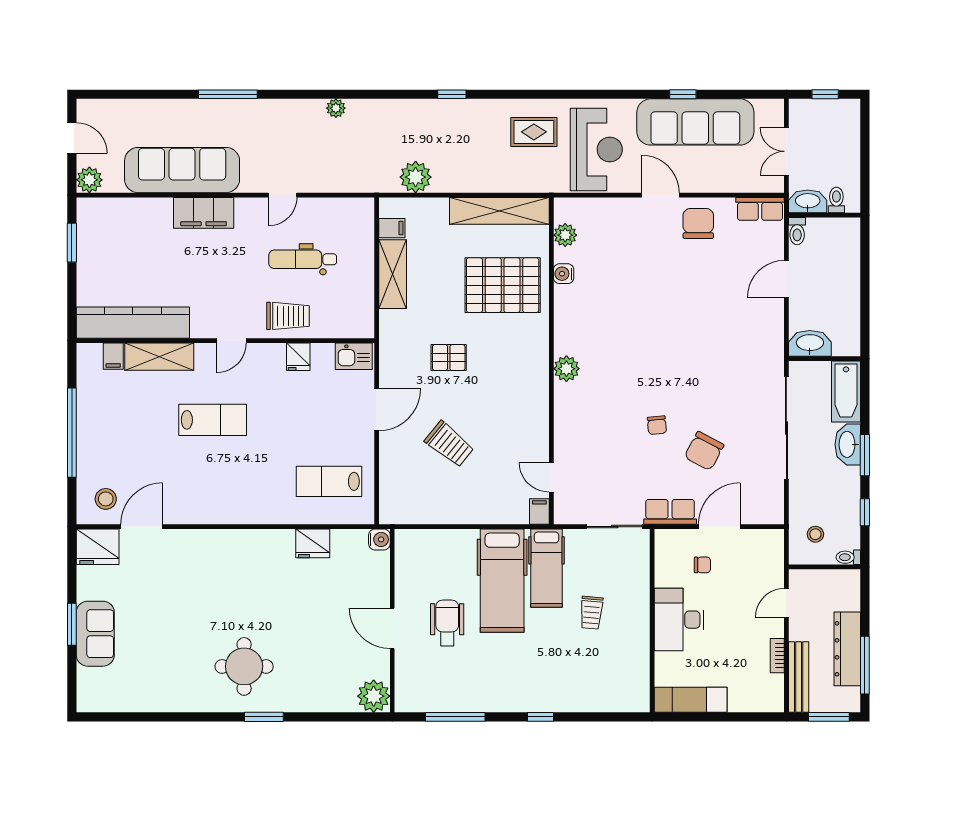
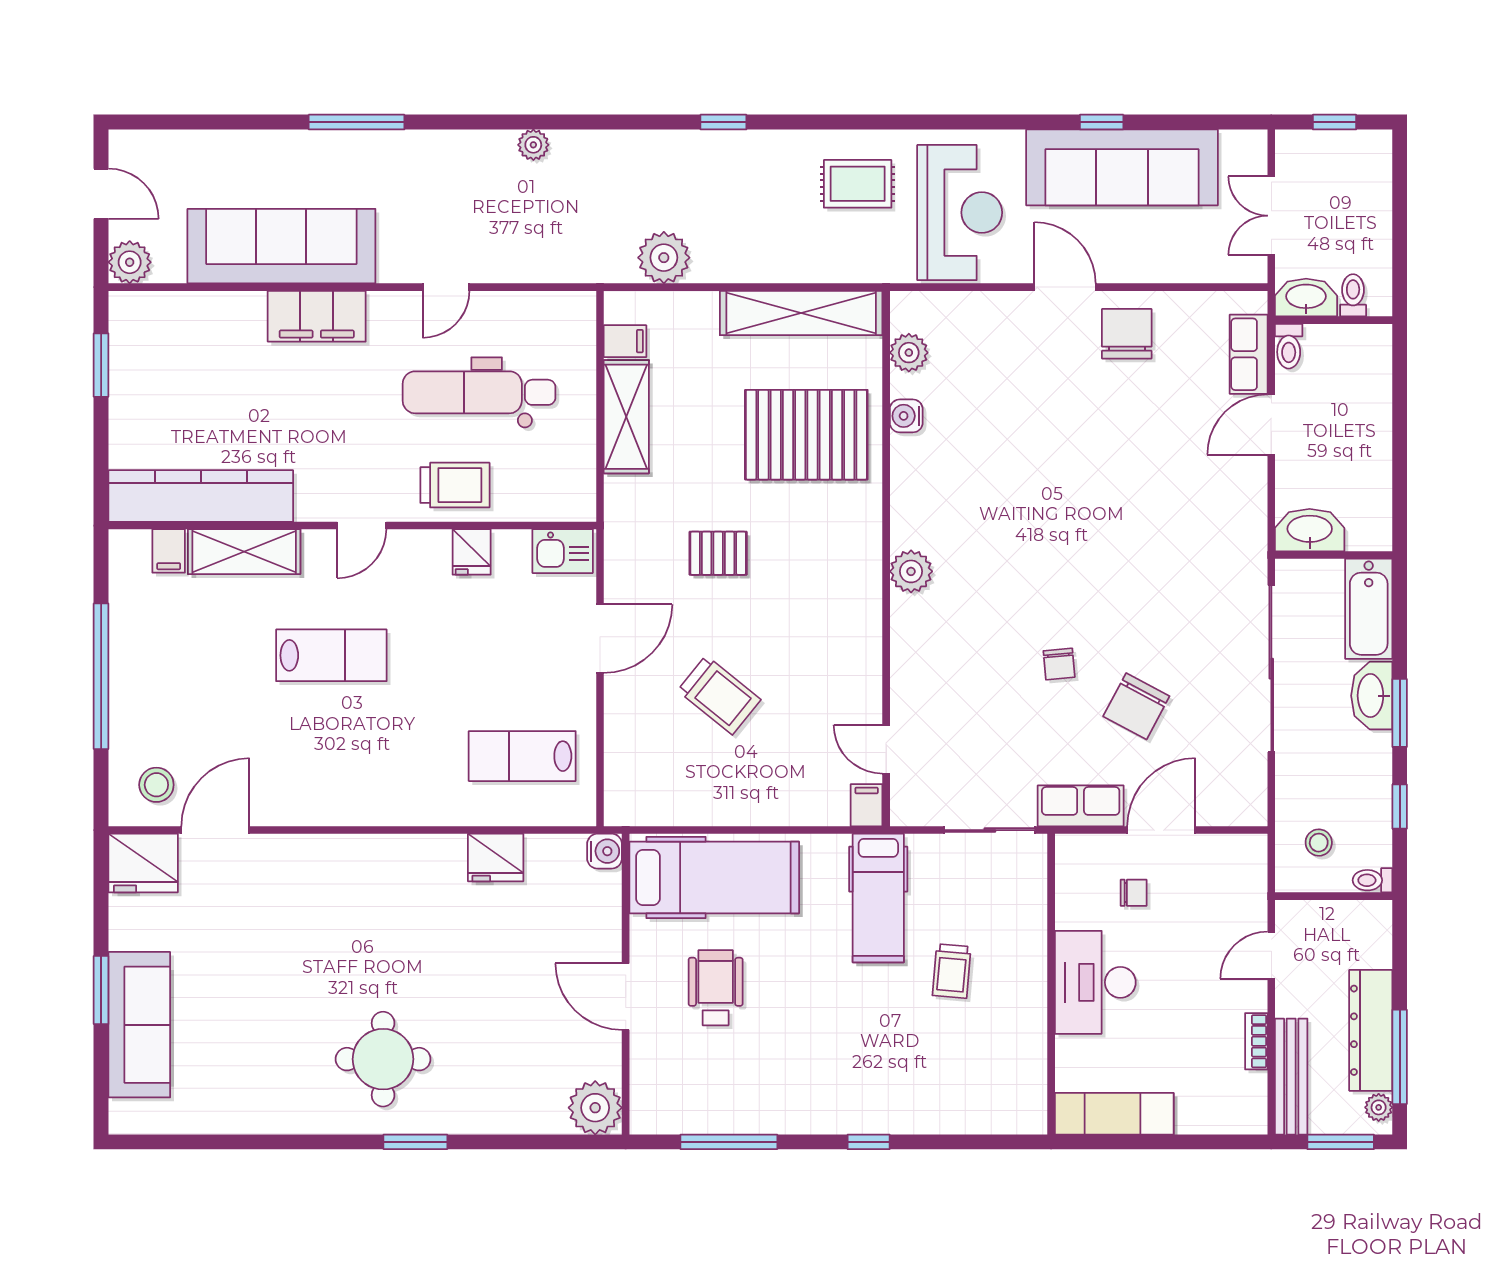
row of seats: (760, 209) -> (1249, 354), moved, turned 90
dental chair: (303, 259) -> (479, 392), width x1.36, depth x1.38
hospital bed: (502, 581) -> (714, 877), moved, turned -90
sofa: (95, 634) -> (139, 1025), width x1.36
plant: (852, 696) -> (1379, 1107), added

